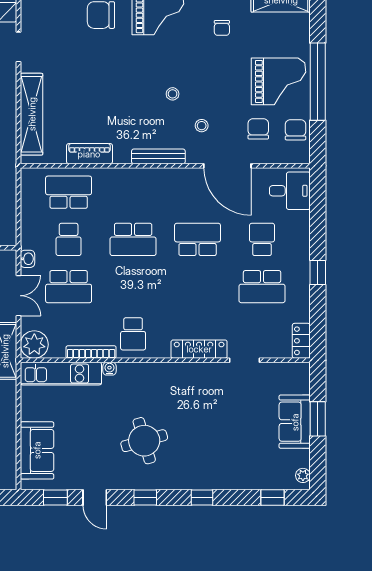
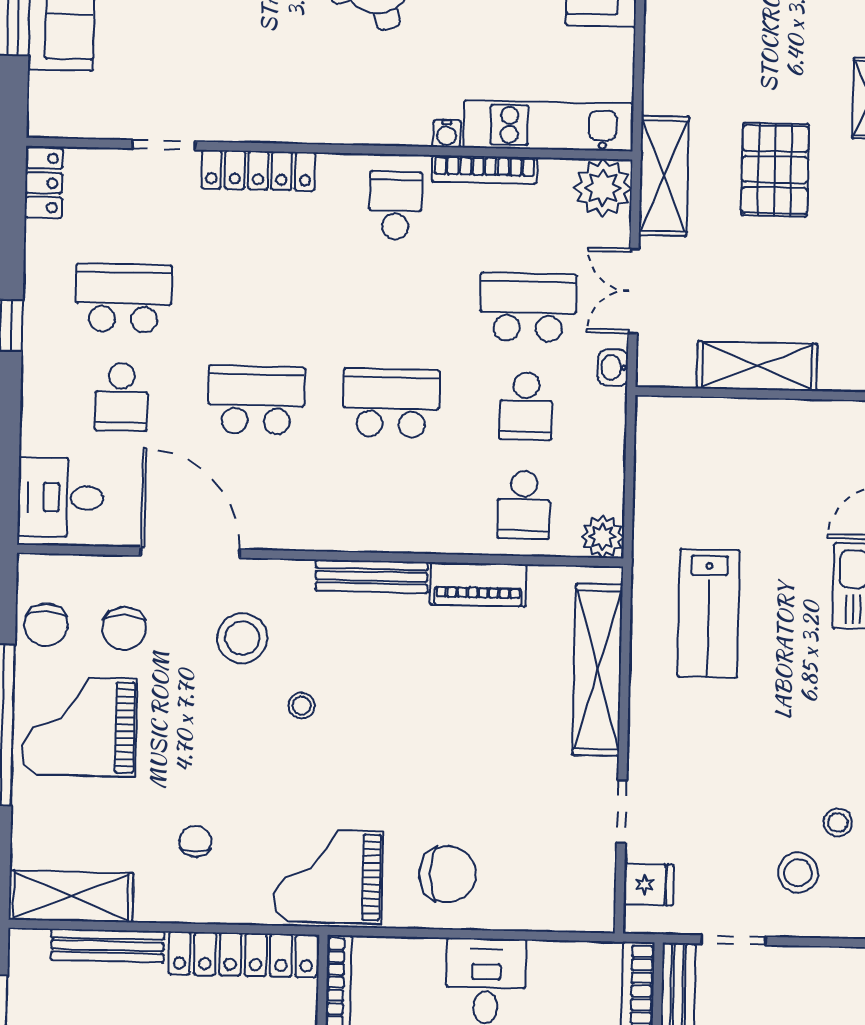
stool: (202, 126) -> (242, 638), width x1.89, depth x1.89
bench: (158, 156) -> (372, 576), moved
plant: (31, 178) -> (603, 537), added
school desk: (69, 192) -> (524, 505), width x0.54
school desk: (69, 239) -> (526, 406), turned 180
school desk: (198, 239) -> (256, 400), turned 180

